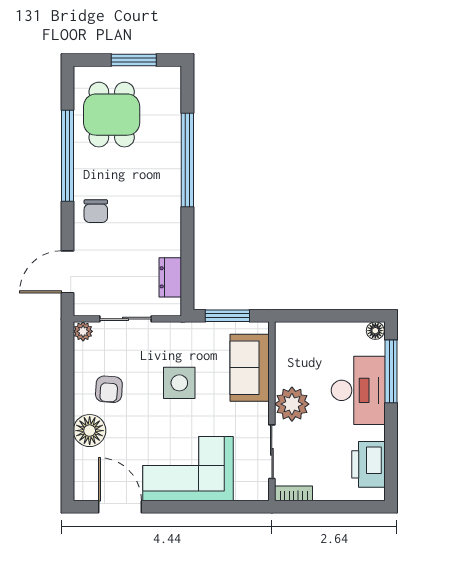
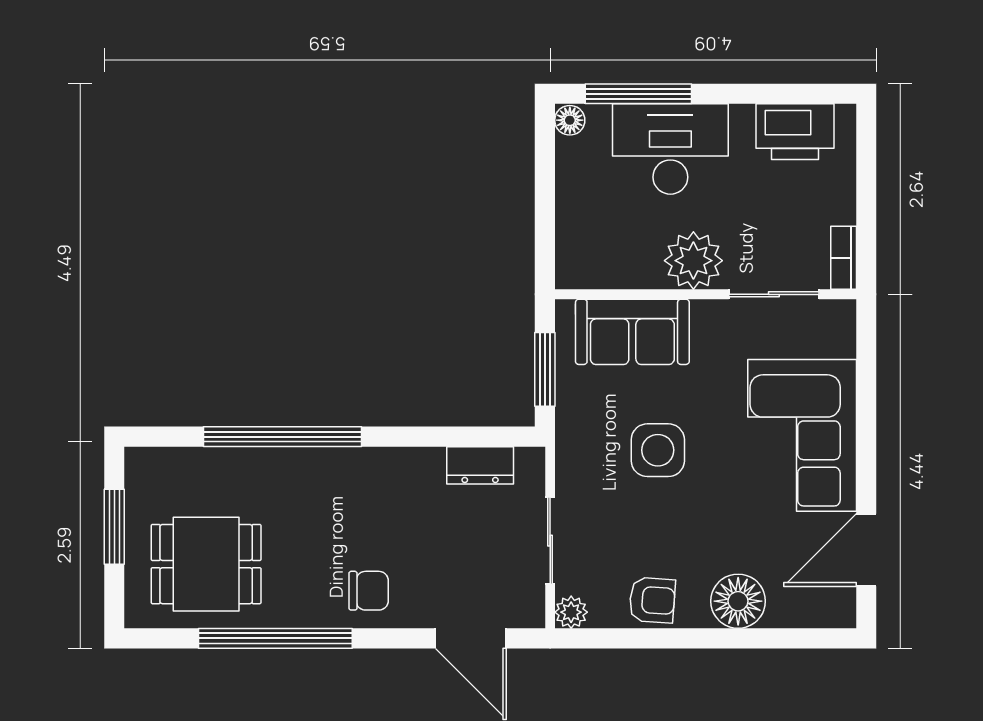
armchair: (109, 389) -> (652, 600), moved

